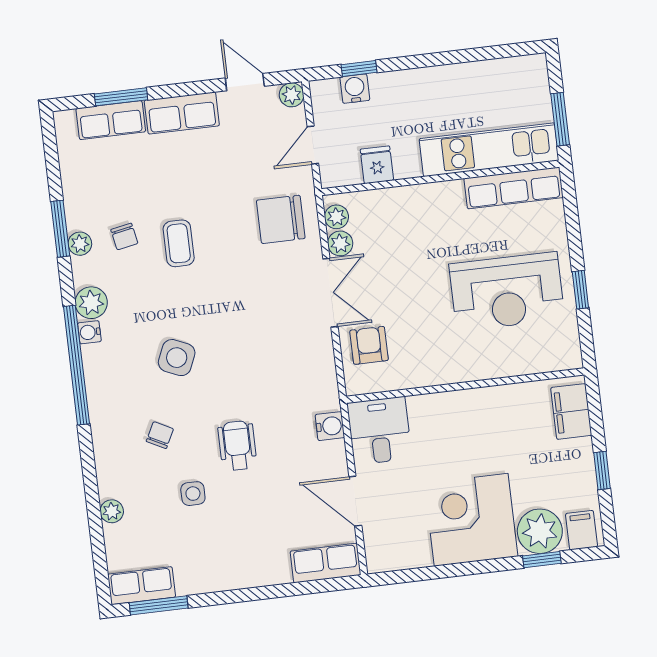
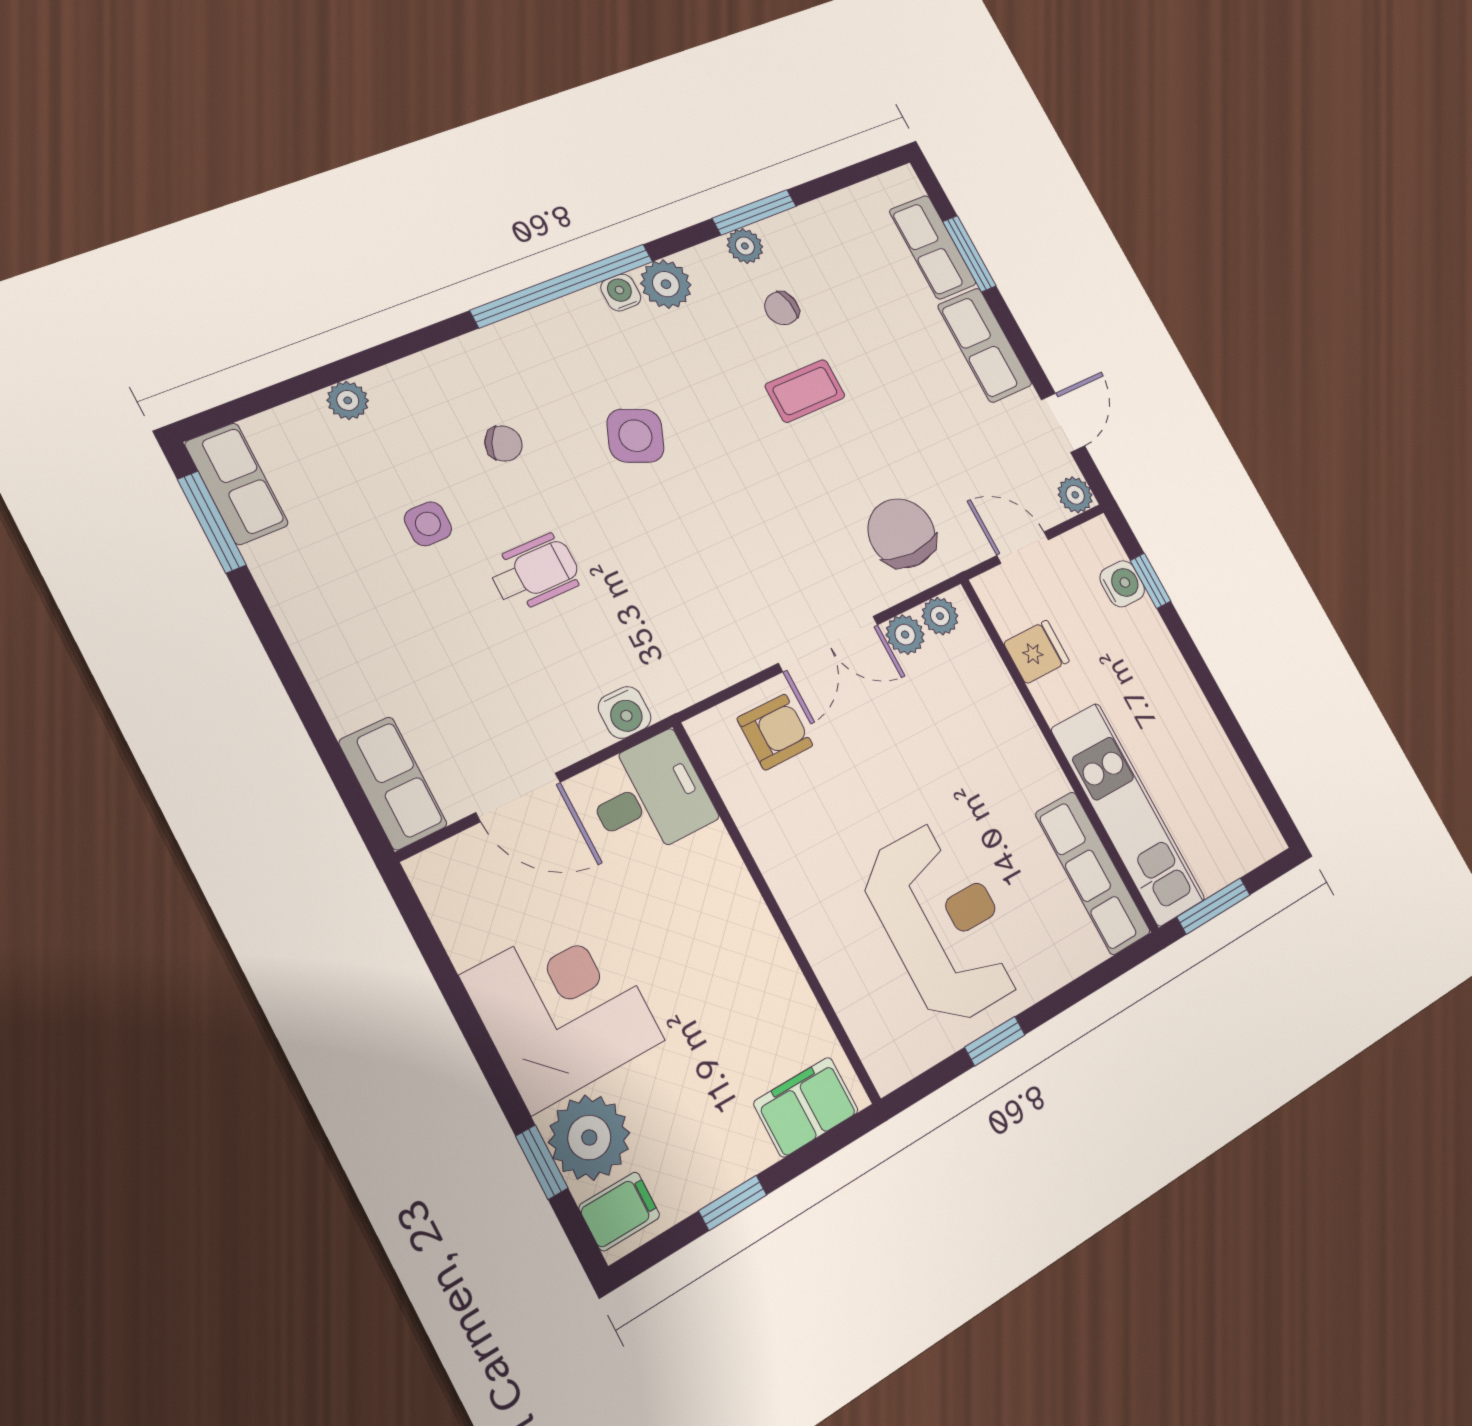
reception desk: (507, 292) -> (944, 923), turned 180
door: (355, 501) -> (518, 797), swing flipped

